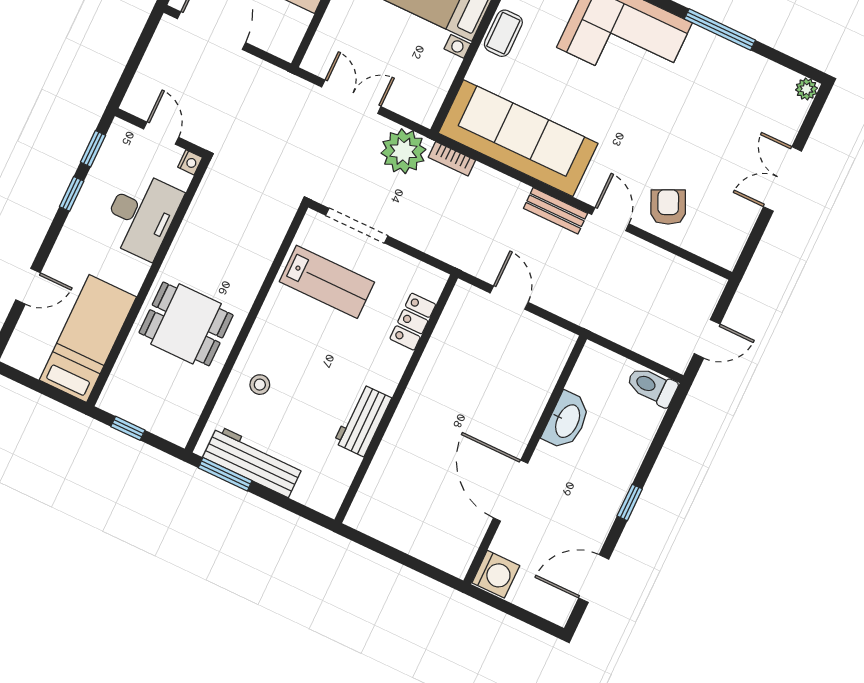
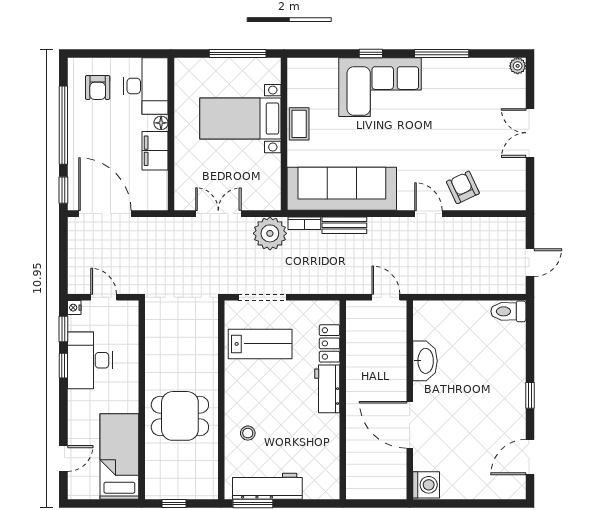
nightstand: (190, 162) -> (74, 308), moved, turned 180
bench: (556, 211) -> (344, 225), moved
desk: (142, 215) -> (90, 360), moved, turned 180
door: (28, 286) -> (63, 459), moved
workbench: (363, 420) -> (327, 389), moved
washbasin: (567, 421) -> (425, 361), moved
wall: (525, 460) -> (410, 400), moved
door: (511, 491) -> (410, 425), moved
washing machine: (496, 574) -> (426, 485), moved

